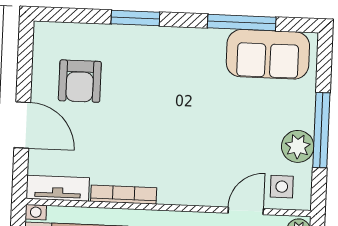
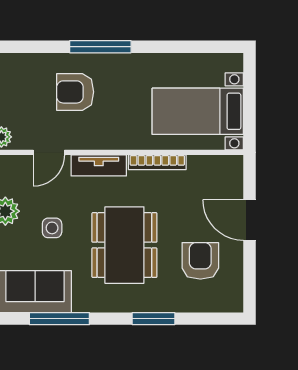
dining table: (165, 103) -> (124, 245), added
side table: (282, 187) -> (52, 228), moved
tv unit: (58, 188) -> (99, 165), moved

